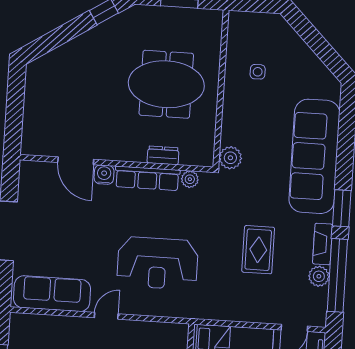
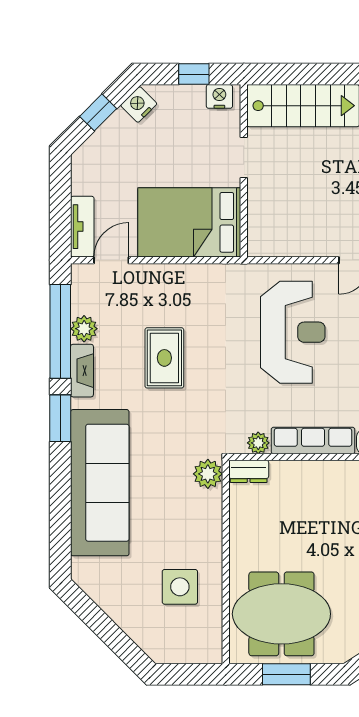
side table: (258, 72) -> (180, 587), width x1.87, depth x1.87
meeting table: (166, 84) -> (281, 614), moved
dresser: (163, 155) -> (249, 471), moved
reception desk: (158, 263) -> (293, 332), turned 90

